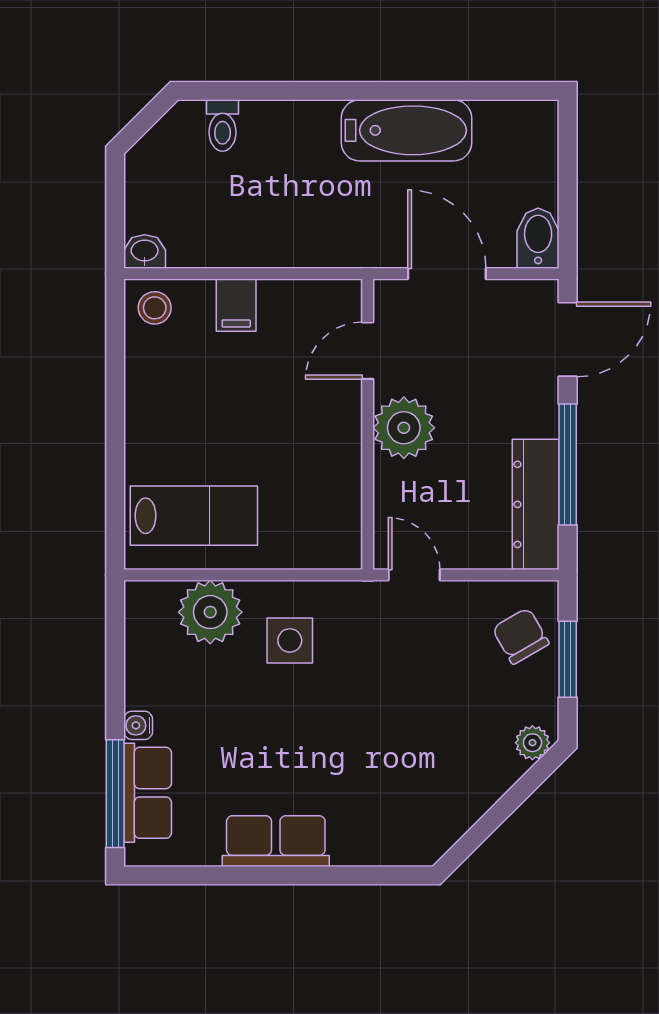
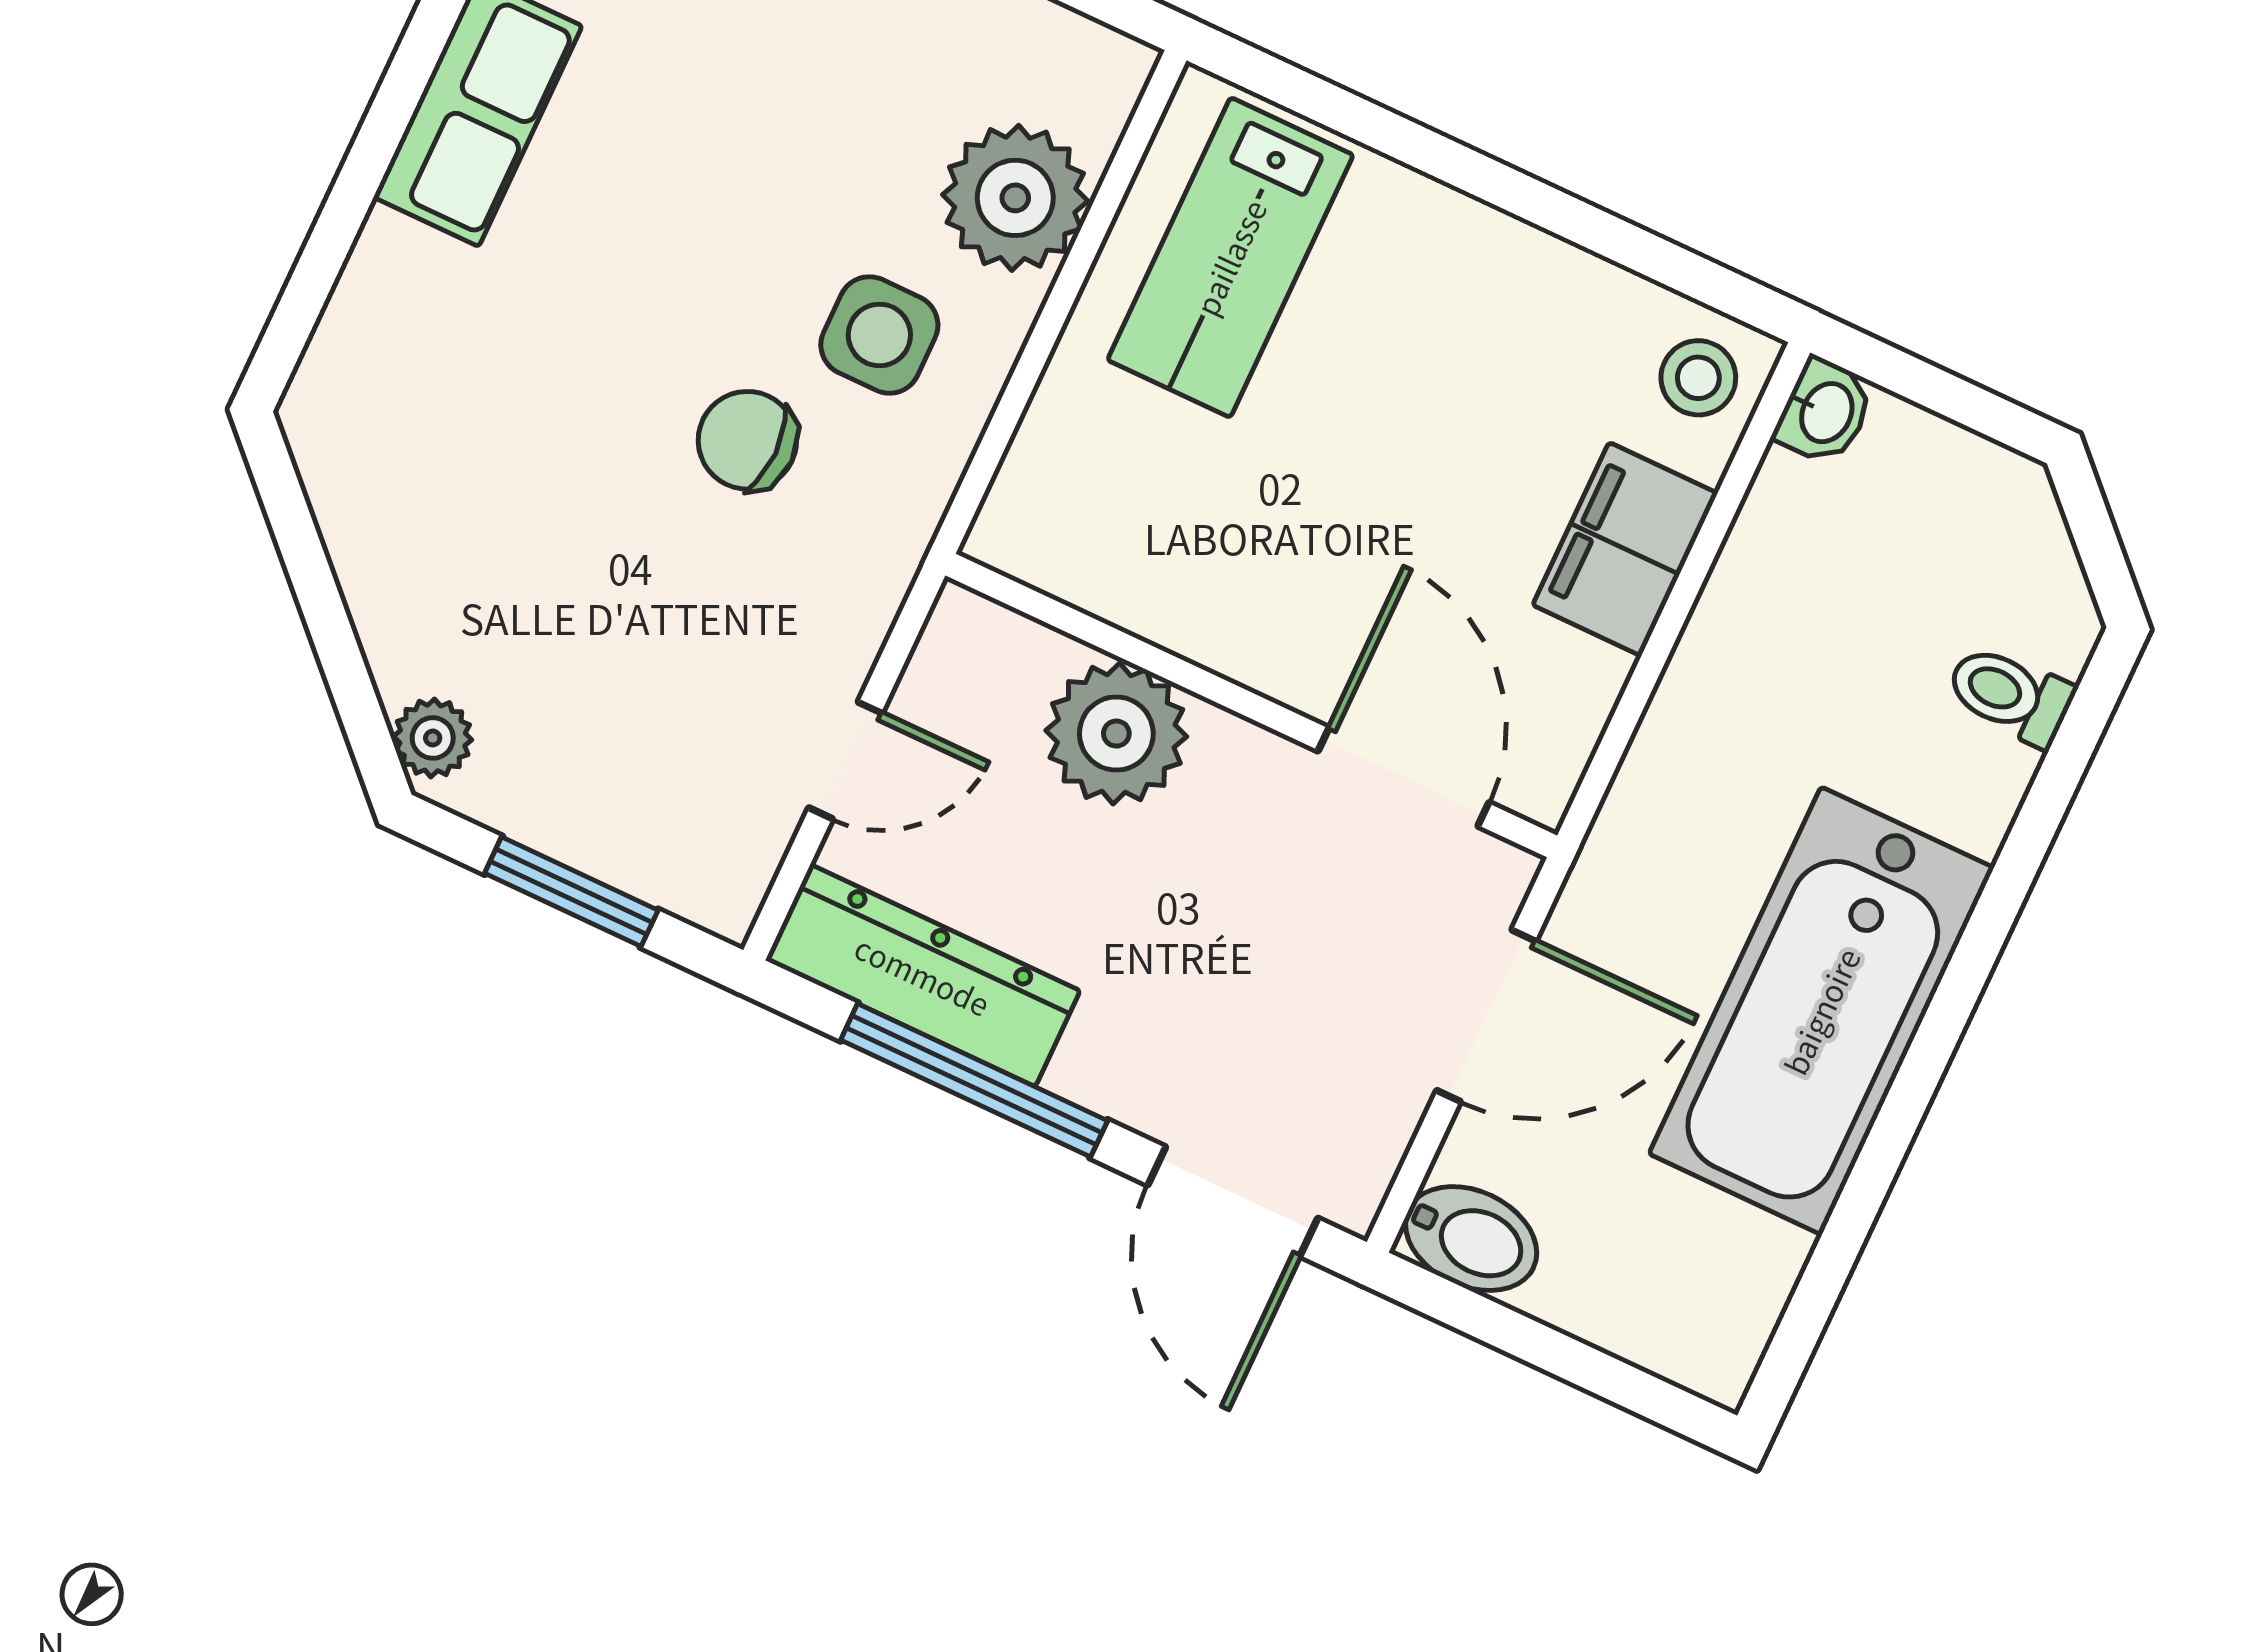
bathtub: (406, 130) -> (1821, 1011), width x1.36, depth x1.36
filing cabinet: (236, 305) -> (1625, 549), width x2.00
door: (368, 351) -> (1403, 777), width x1.38
plant: (404, 428) -> (1116, 734), moved
door: (414, 575) -> (845, 760), moved
chair: (521, 636) -> (747, 440), moved, turned -150

